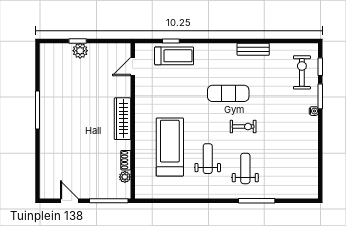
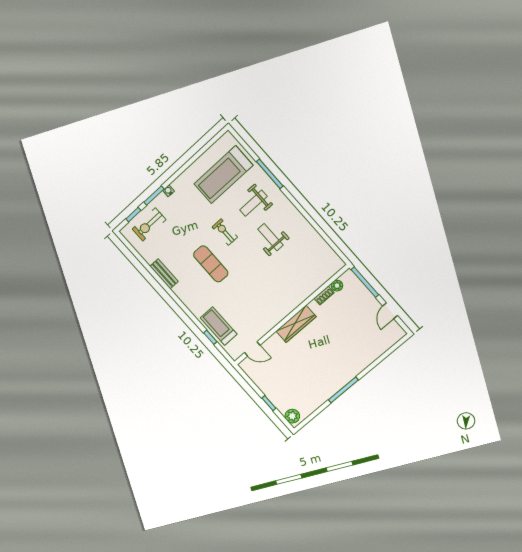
plant: (80, 51) -> (292, 416), moved
treadmill: (170, 147) -> (223, 175), moved
weight bench: (208, 159) -> (270, 237), turned 90

